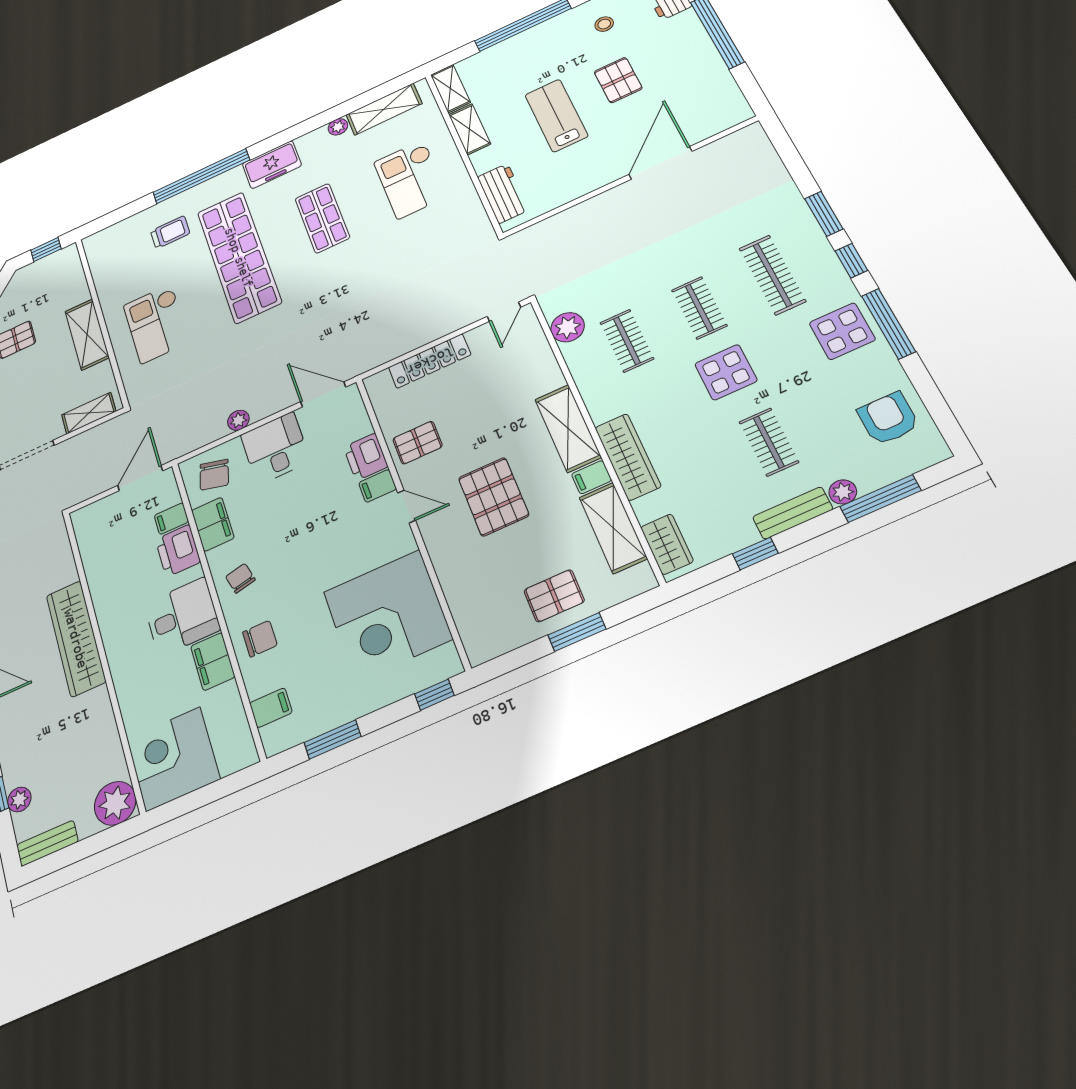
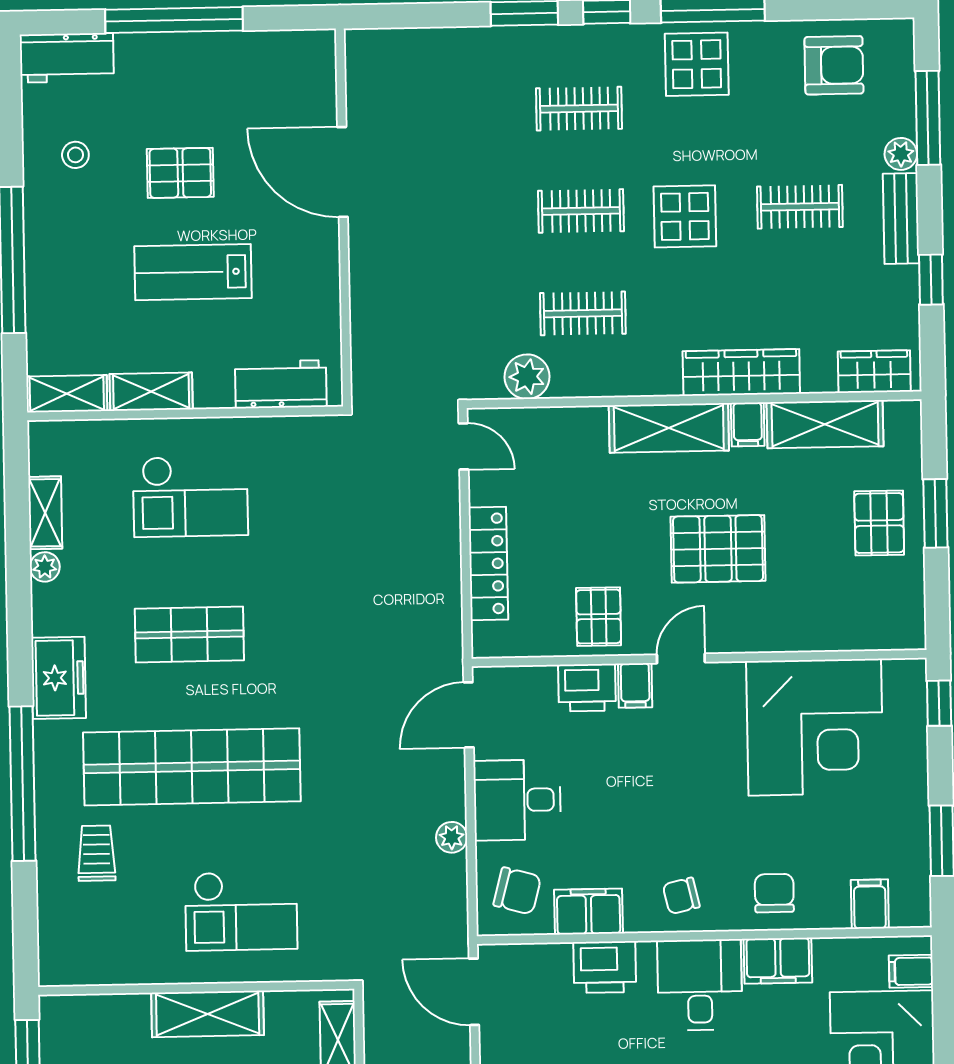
shelving: (384, 109) -> (45, 513), width x0.67, depth x0.75
clothes rail: (772, 275) -> (579, 109), width x0.73
armchair: (888, 418) -> (834, 65), turned 180
filing cabinet: (171, 519) -> (911, 971), moved, turned 90

